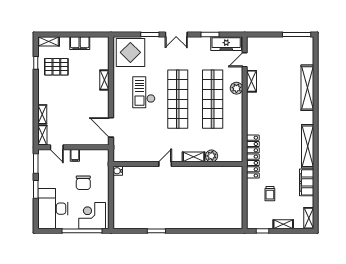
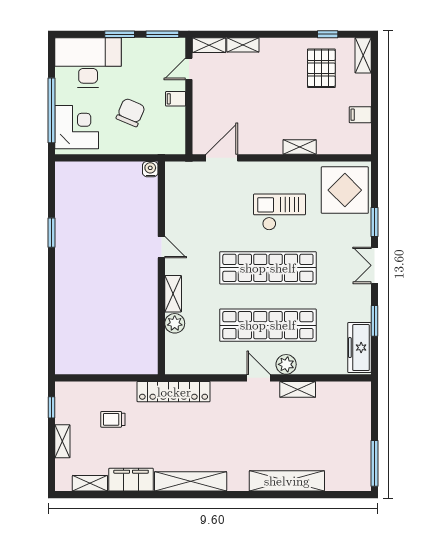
filing cabinet: (80, 43) -> (360, 115), width x0.50
door: (245, 60) -> (259, 378), moved
chair: (83, 183) -> (131, 112), turned 113
shelving: (309, 218) -> (90, 483), moved

